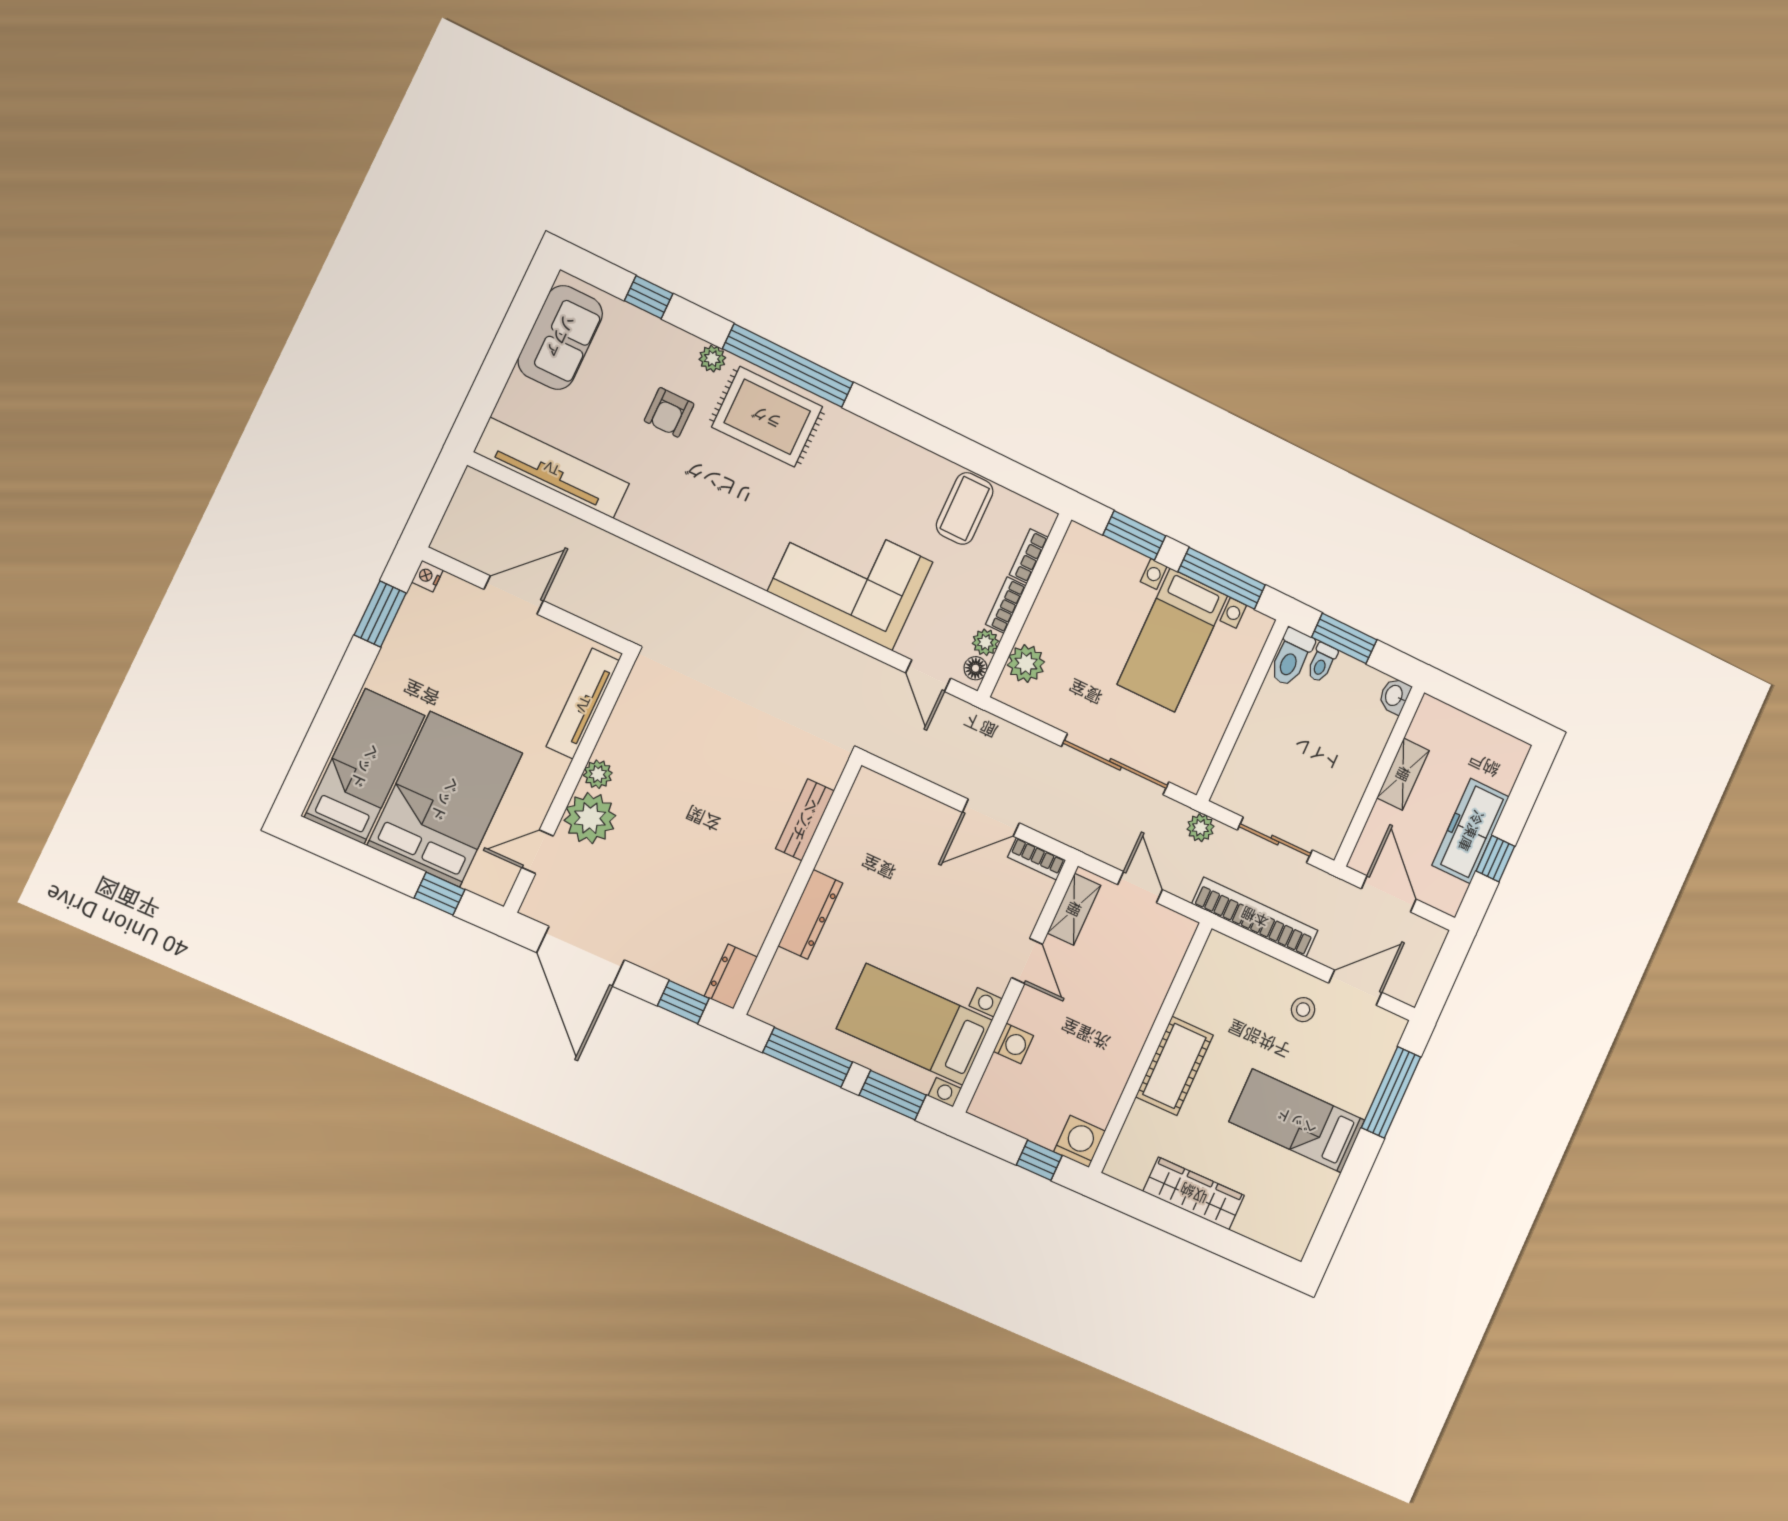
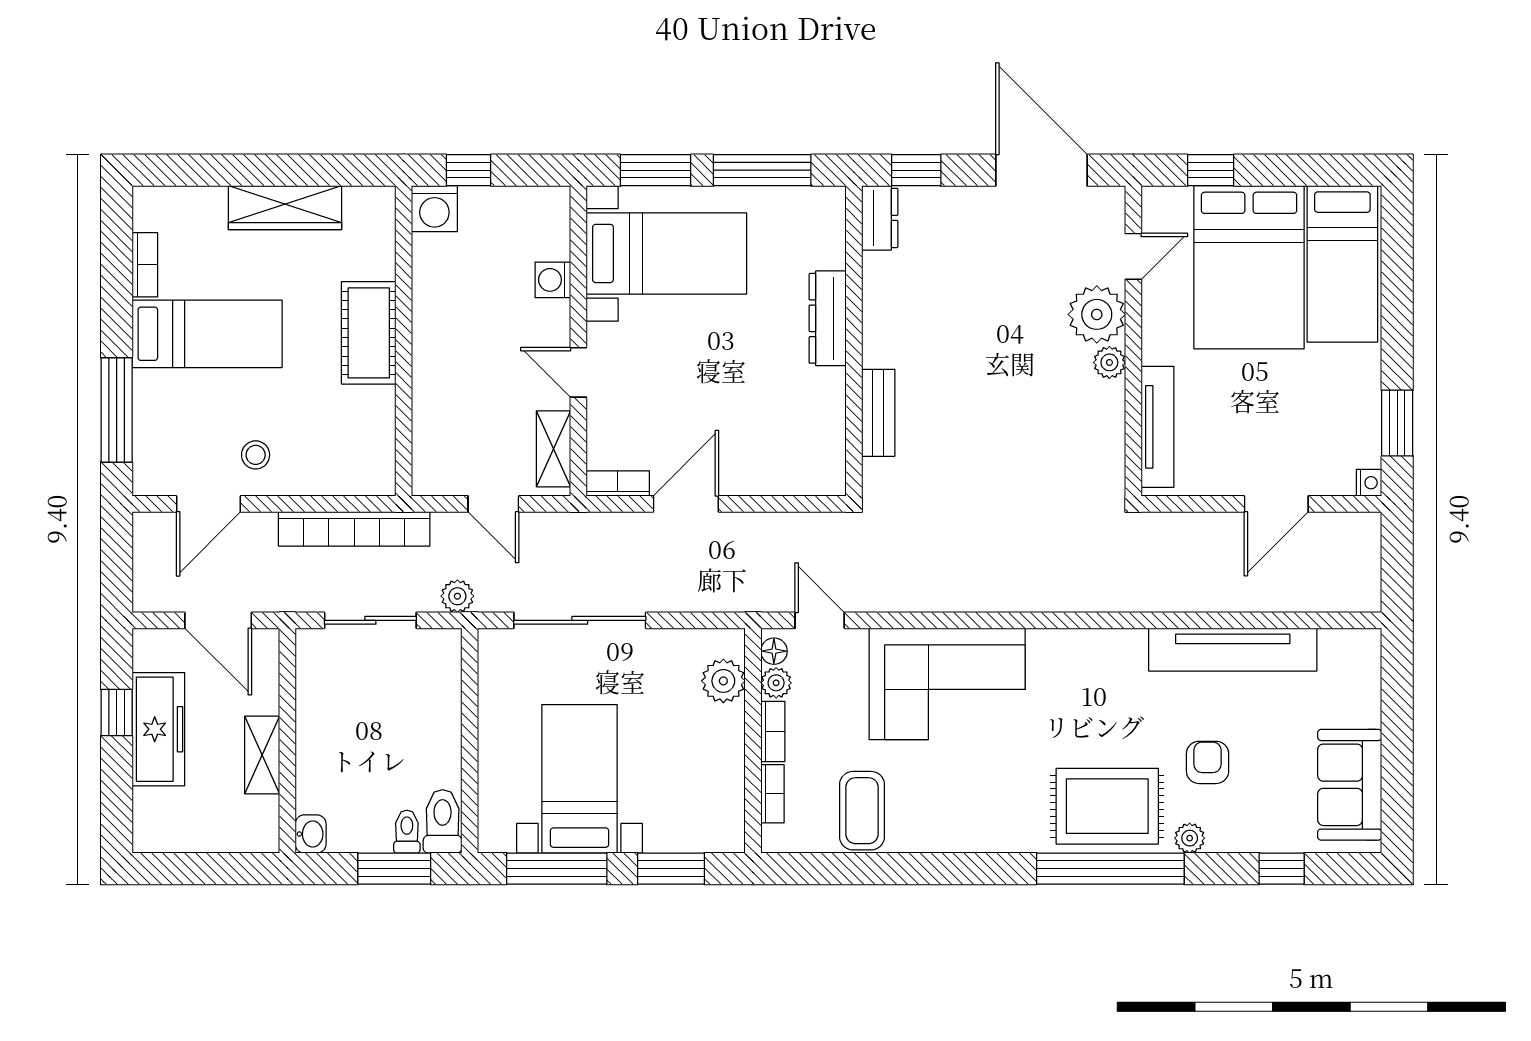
tv unit: (552, 468) -> (1233, 650), moved
bookcase: (1319, 1196) -> (145, 265), added

